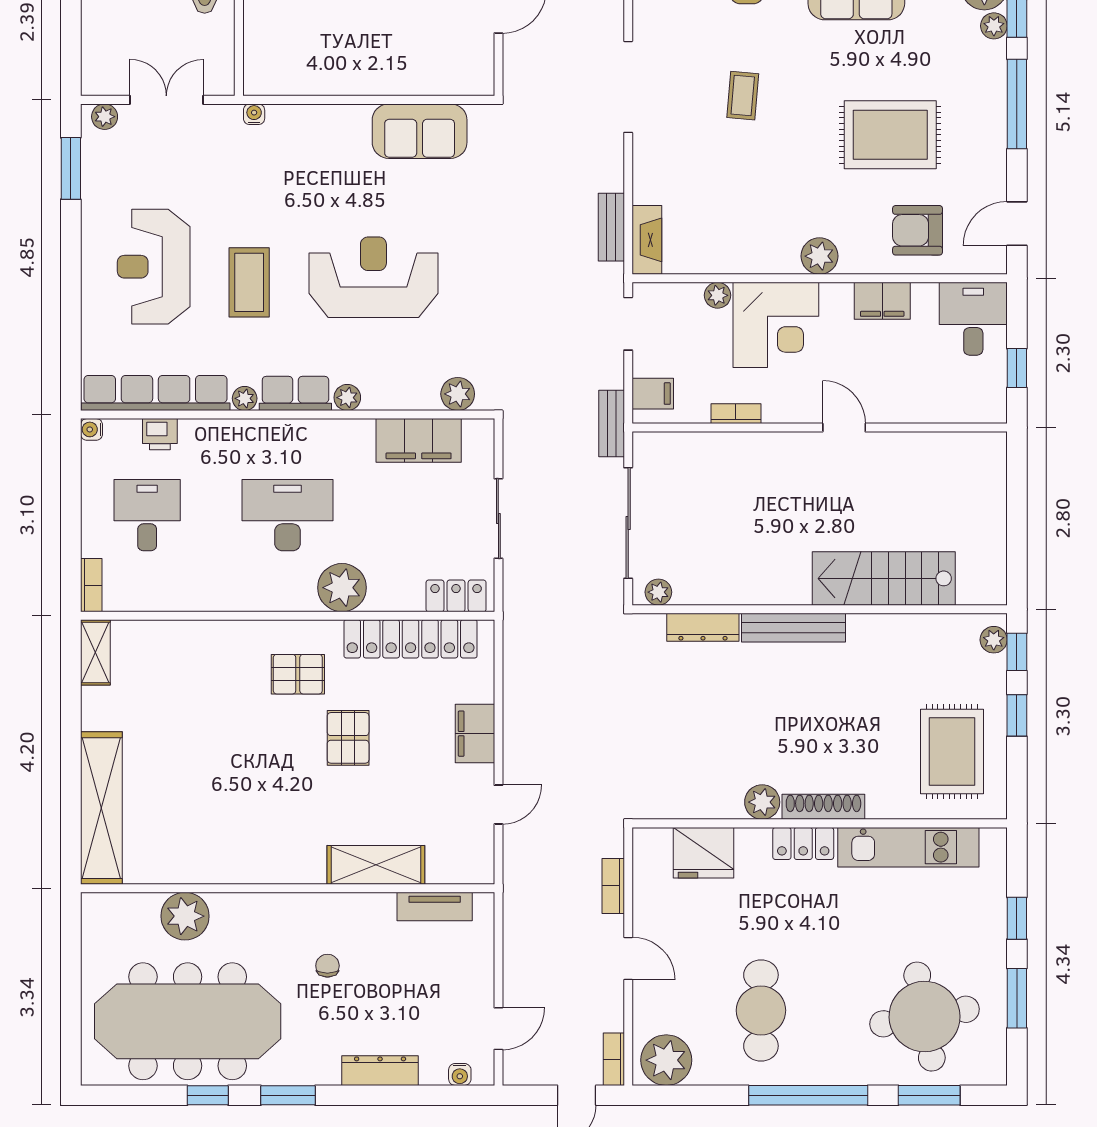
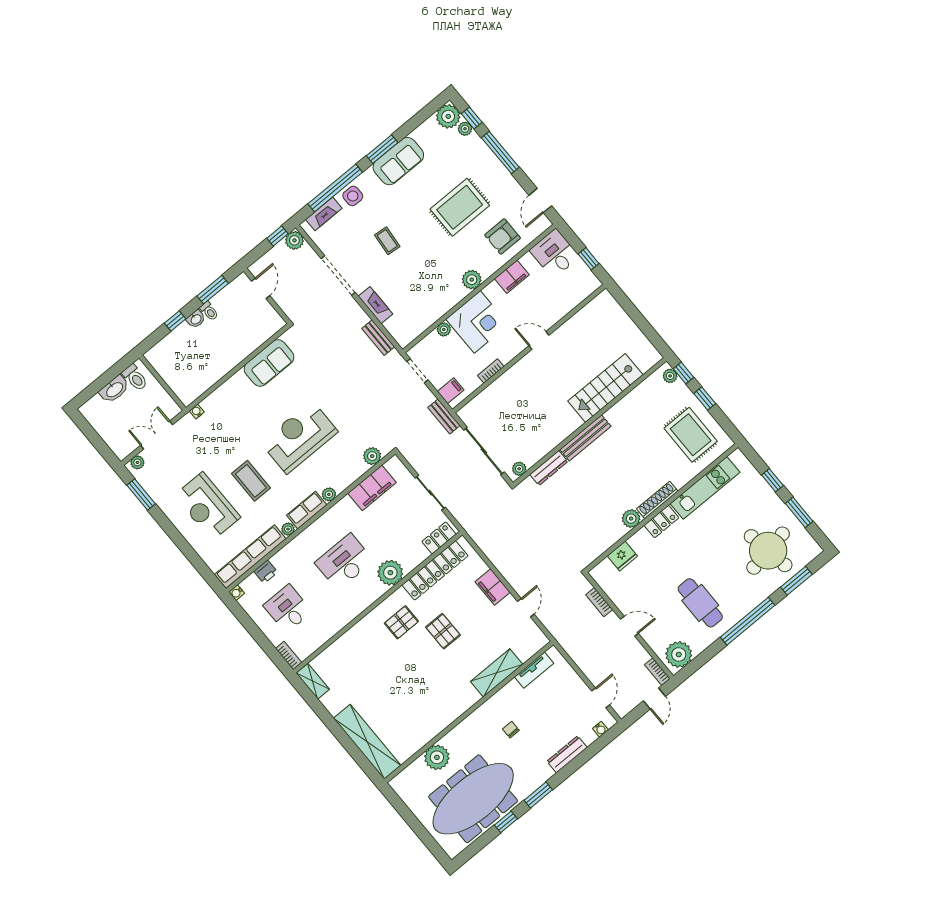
fireplace: (647, 240) -> (375, 305), moved
fridge: (704, 853) -> (622, 556), width x0.73, depth x0.75

